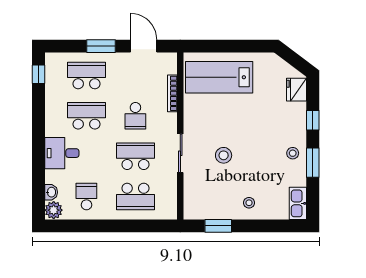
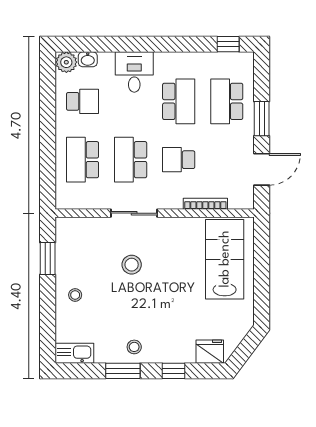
school desk: (86, 75) -> (227, 101), turned 180
school desk: (135, 156) -> (131, 160), turned 180

